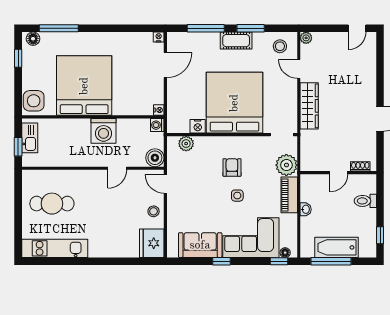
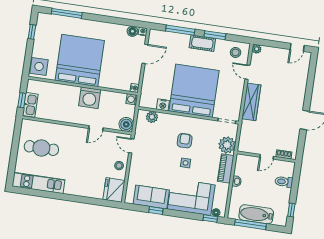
floor lamp: (33, 39) -> (132, 31), moved
kitchen sink: (30, 138) -> (30, 105), moved
window: (222, 261) -> (156, 210), moved

